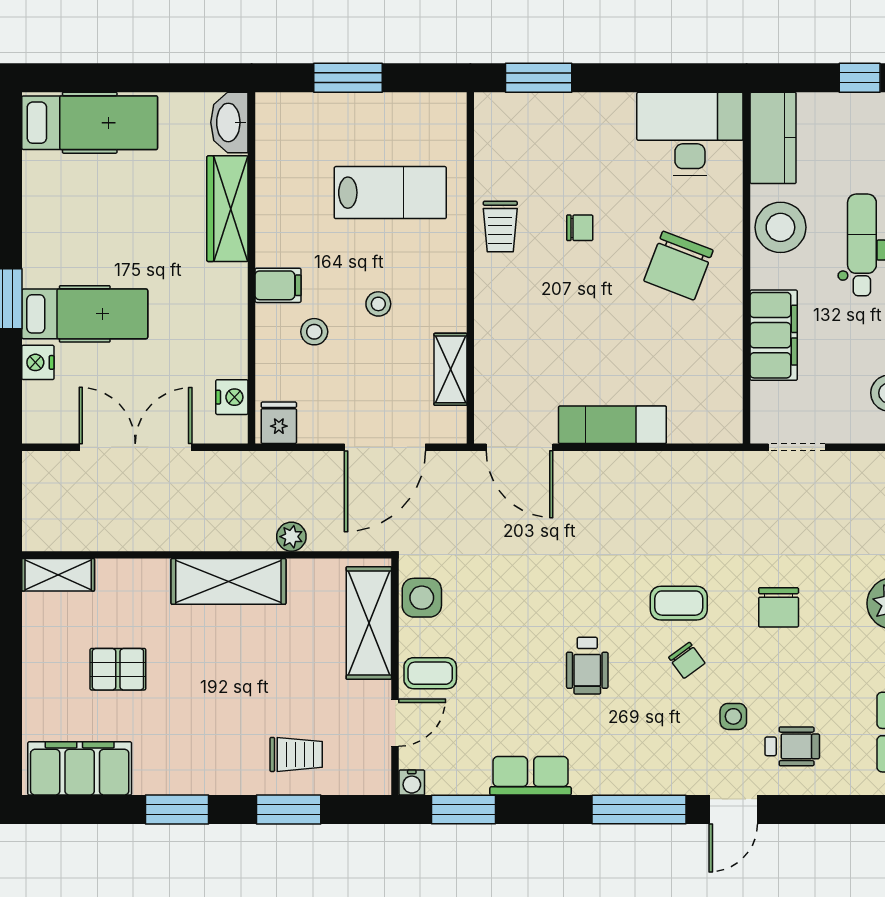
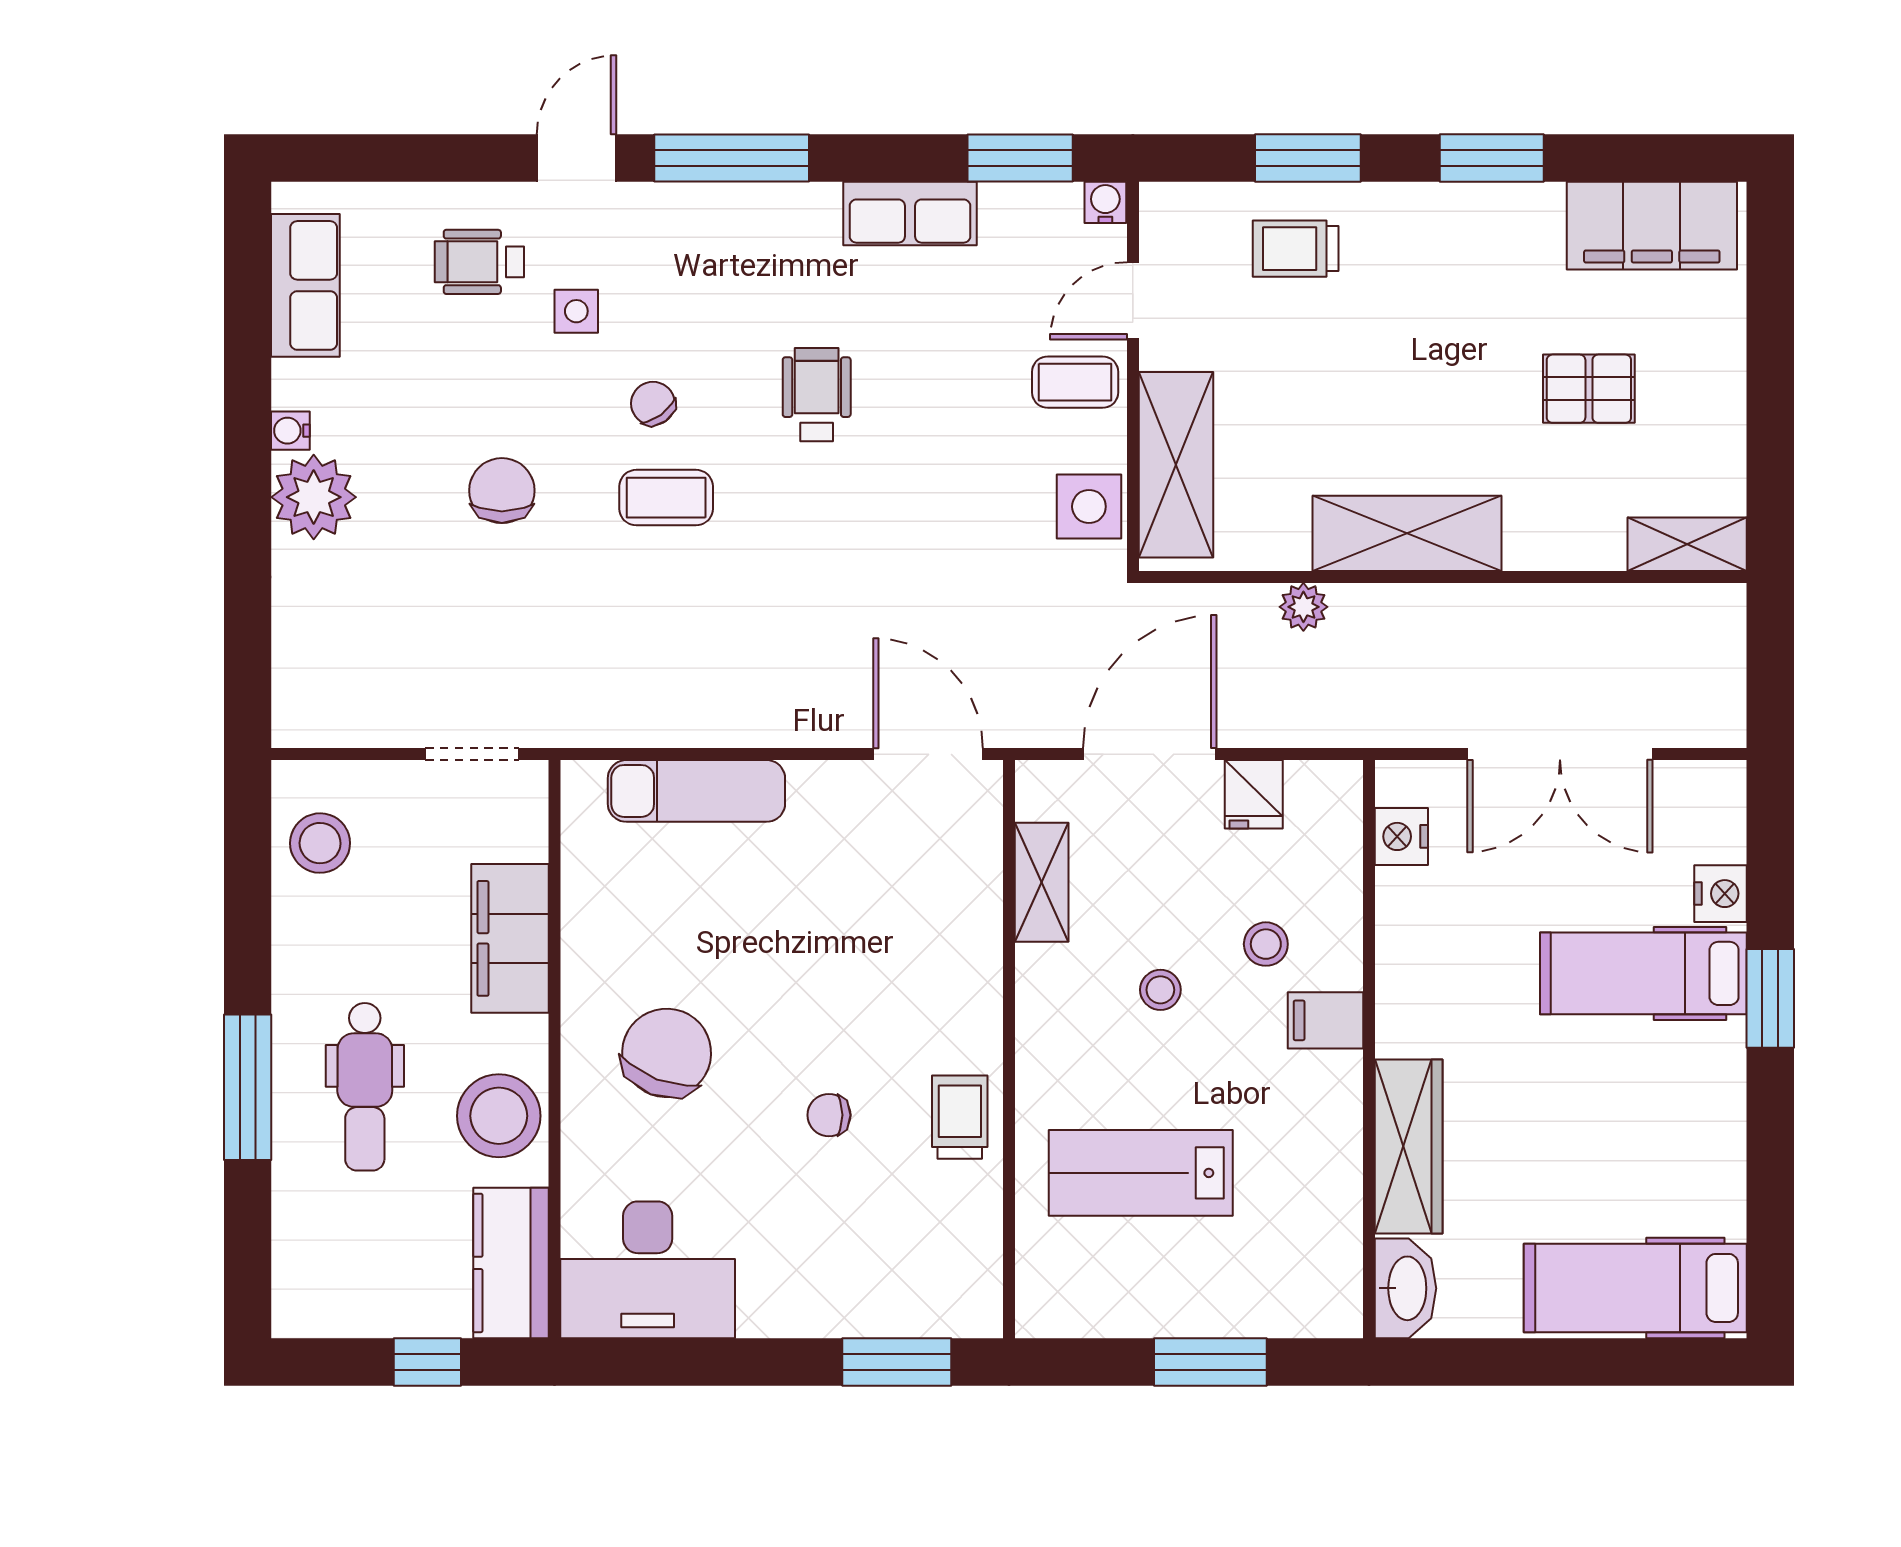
window: (860, 78) -> (427, 1362), moved
fridge: (279, 423) -> (1254, 794), moved
exam couch: (612, 425) -> (696, 791), moved

